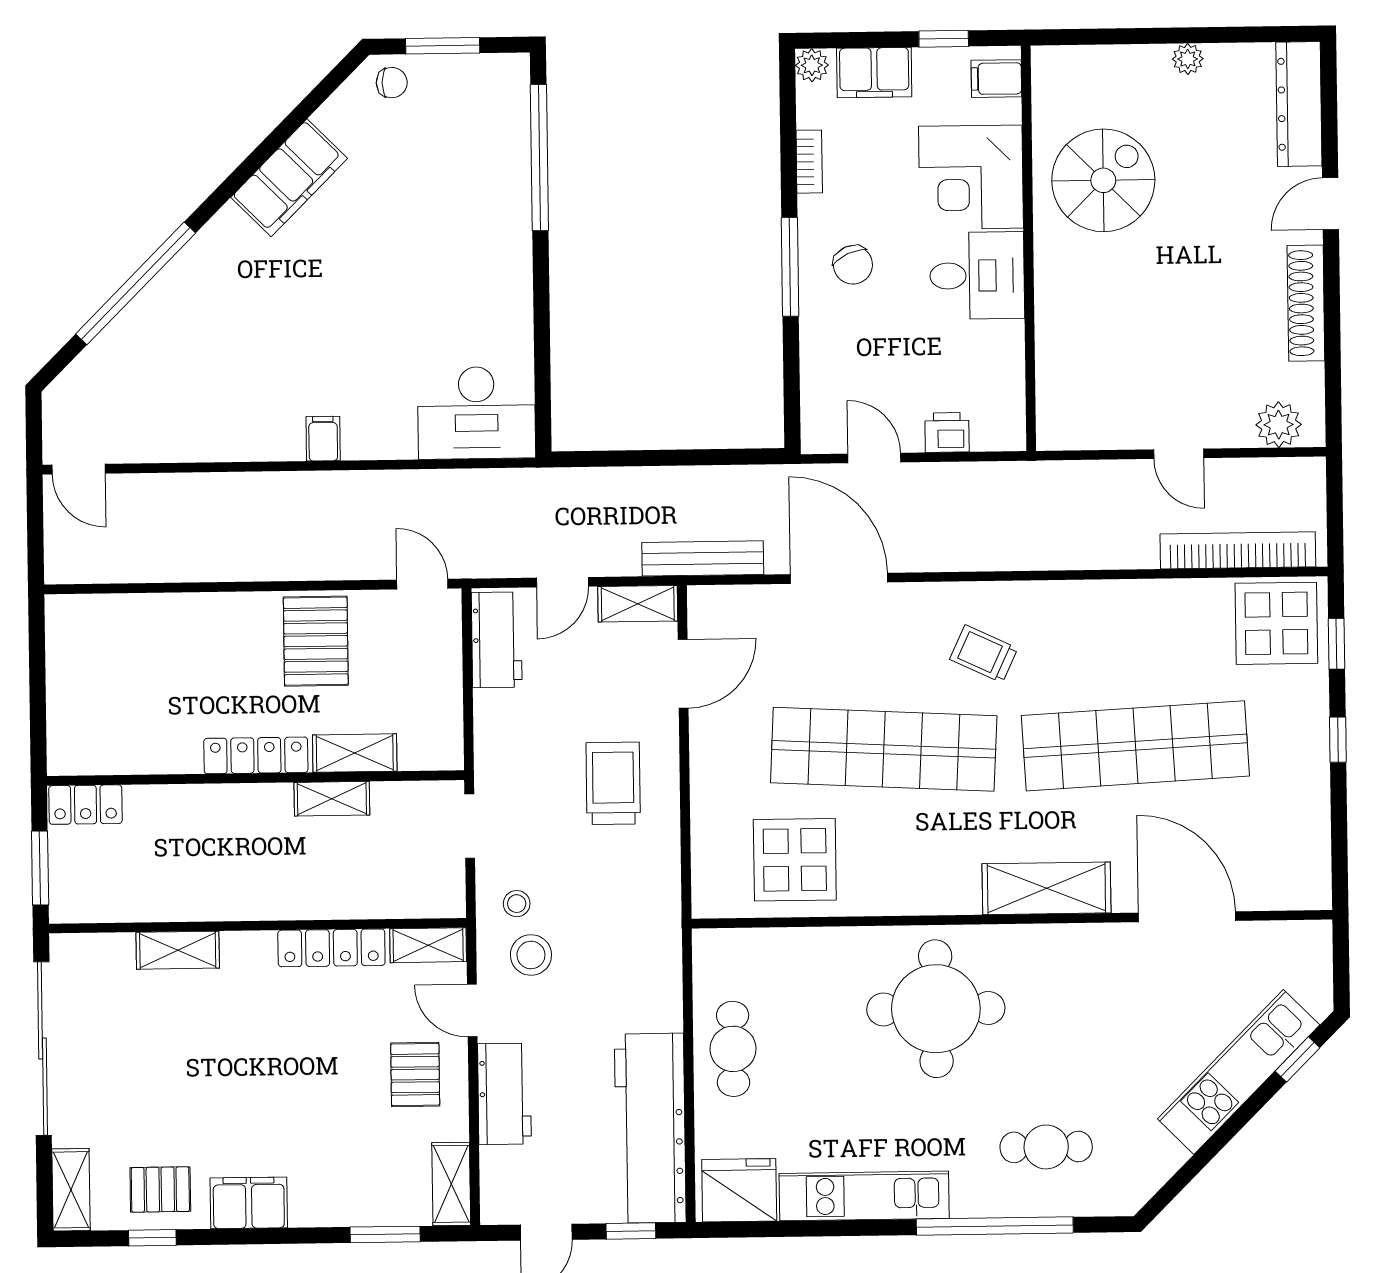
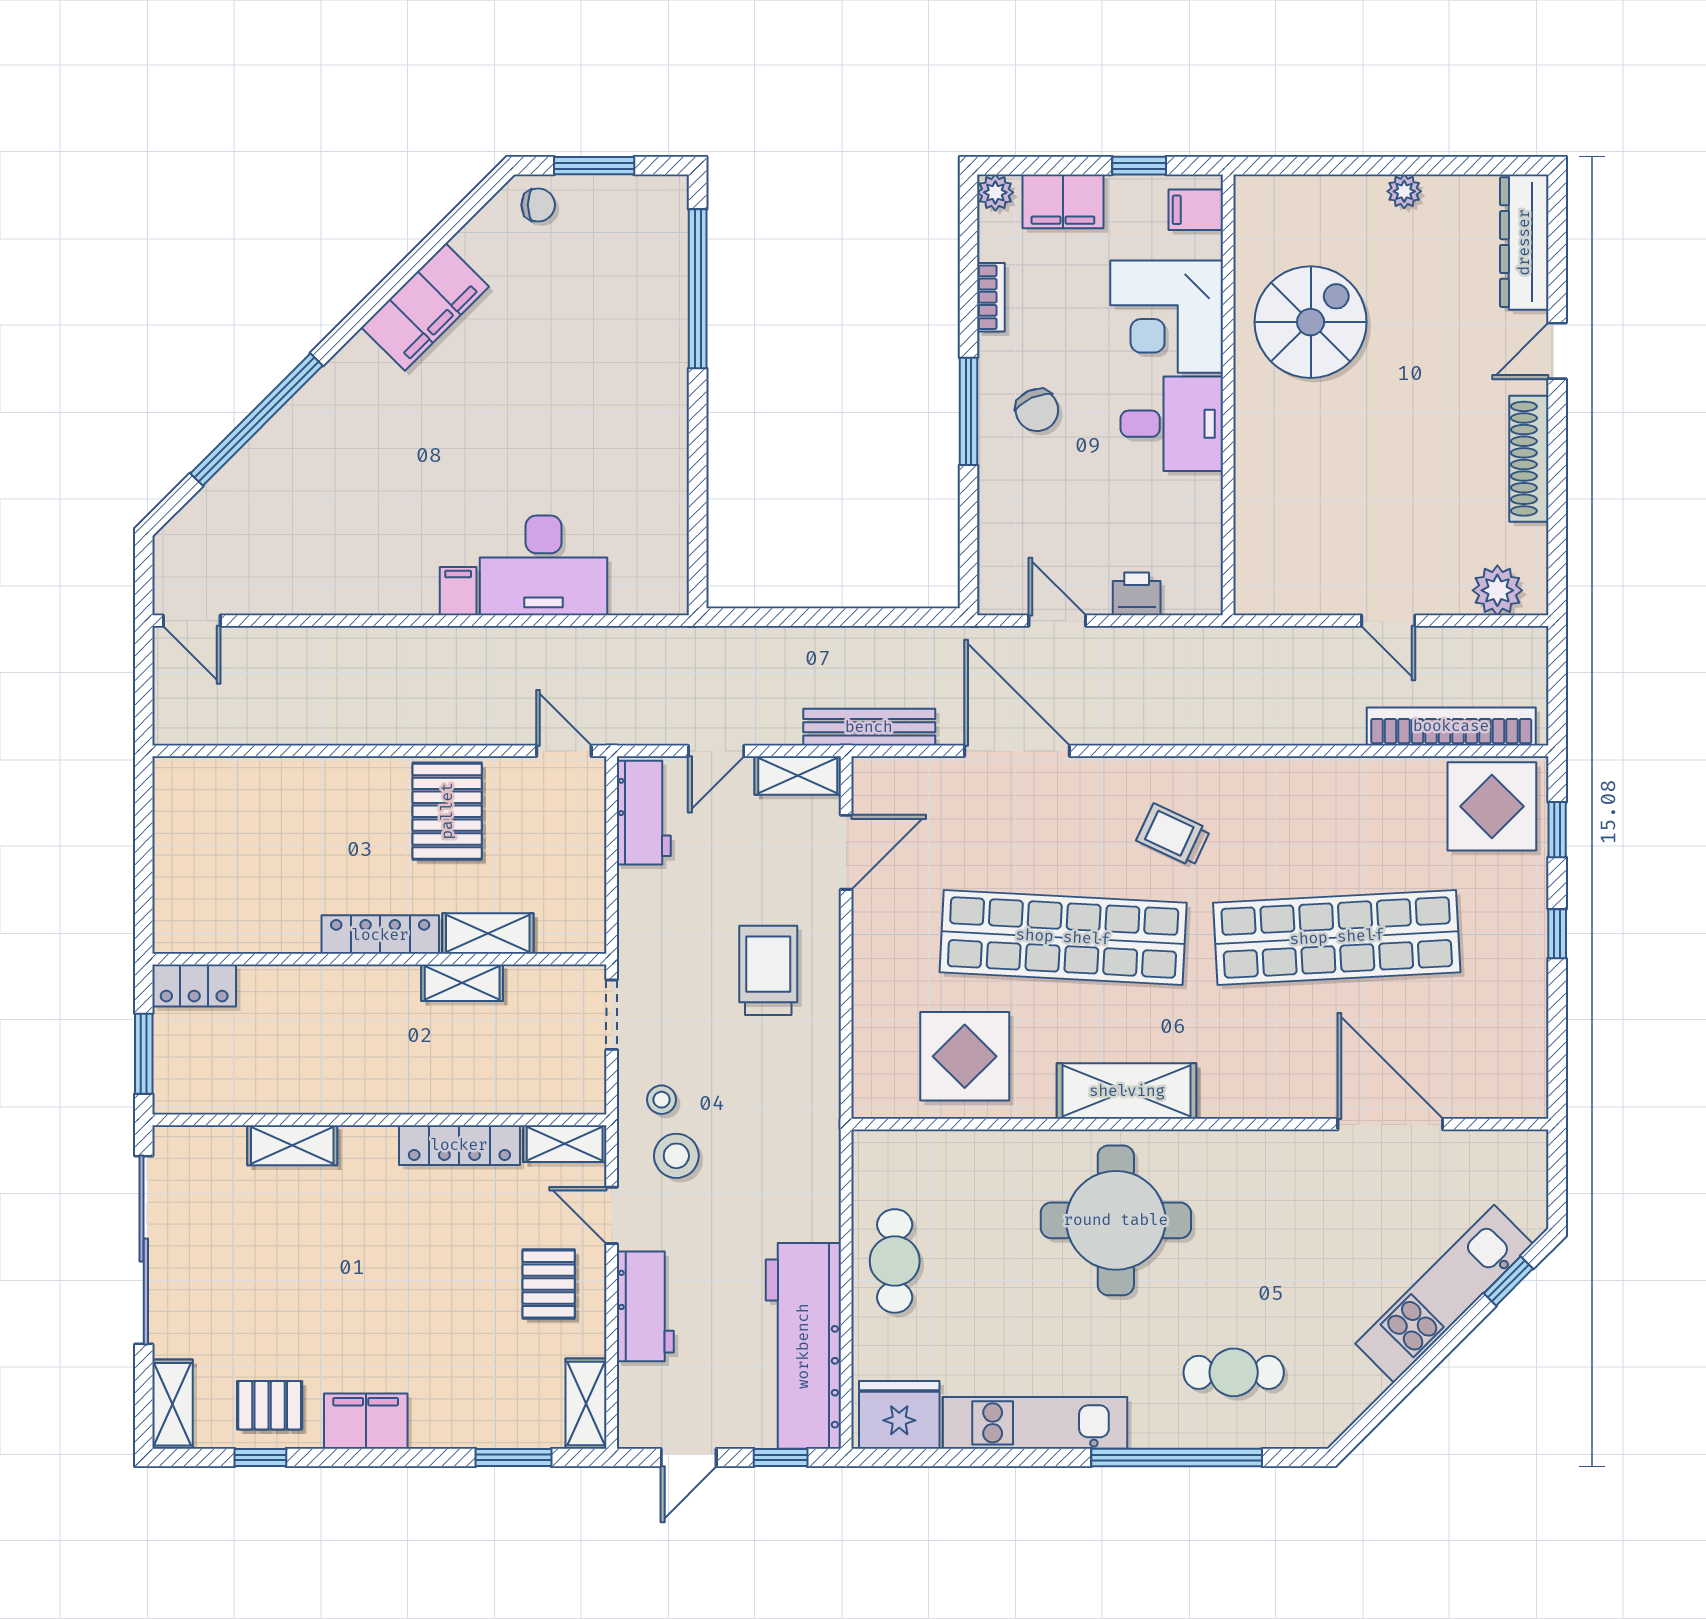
desk: (477, 413) -> (543, 565), moved
shelving: (1046, 888) -> (1127, 1091), moved

